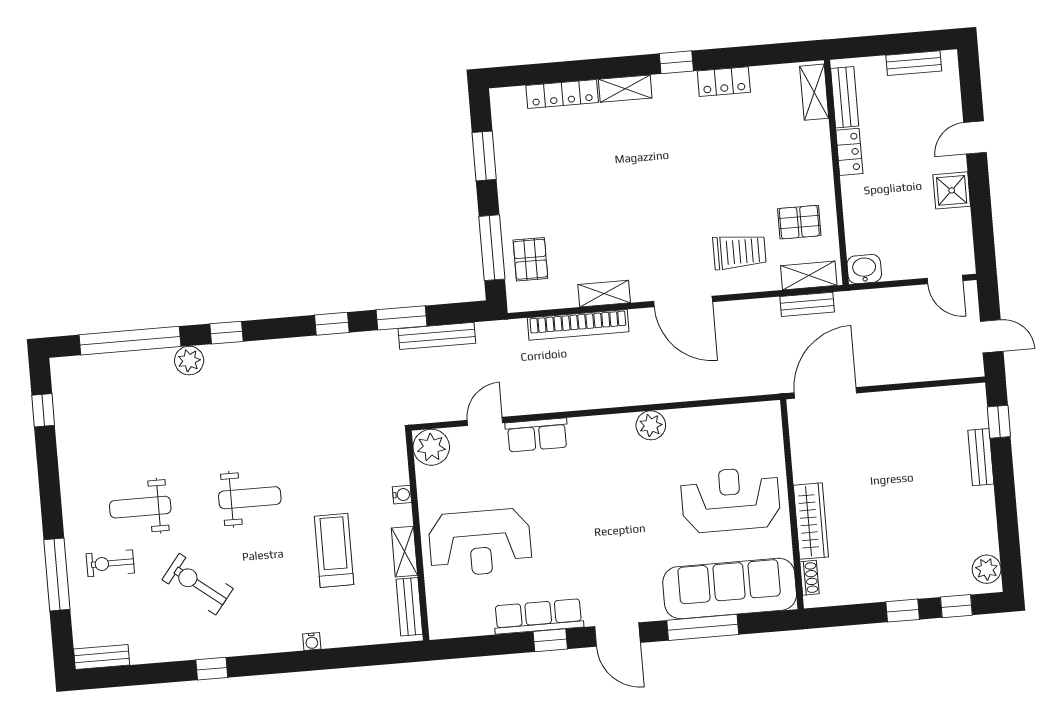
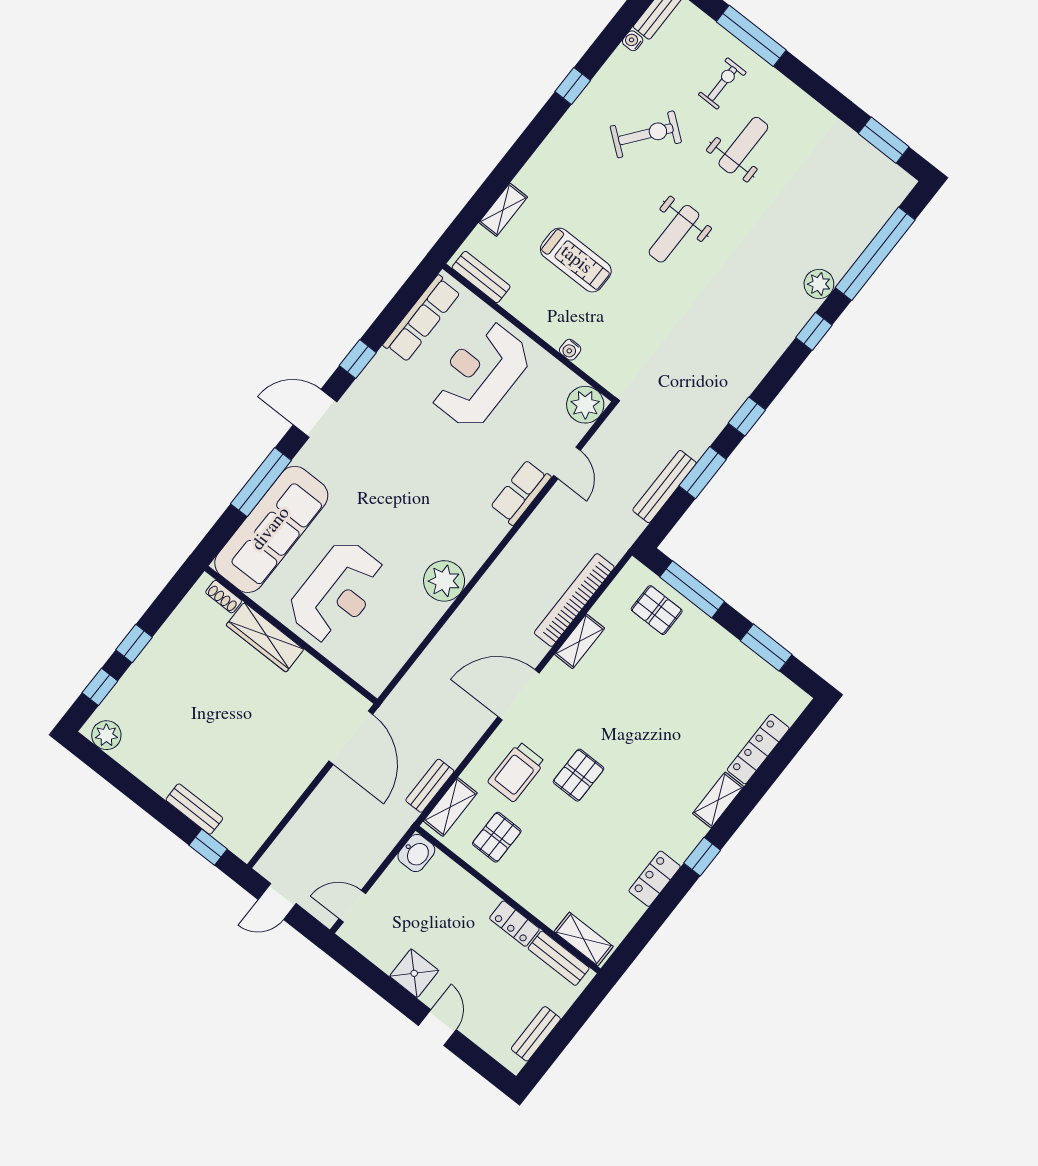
pallet: (700, 205) -> (579, 775), added
window: (43, 410) -> (884, 140), width x1.50
plant: (651, 425) -> (444, 581), width x1.36, depth x1.36
shelving: (404, 552) -> (503, 210), moved, turned 90
row of seats: (538, 616) -> (422, 319), moved
water cooler: (312, 641) -> (633, 41), moved

